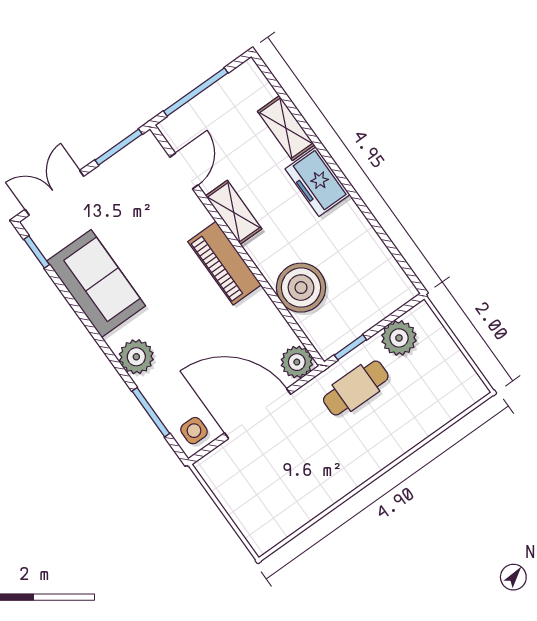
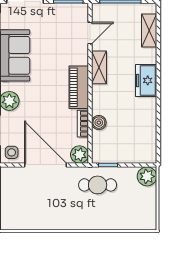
shelving: (286, 128) -> (149, 30), moved
boiler: (301, 288) -> (99, 123), width x0.54, depth x0.54
bookcase: (269, 313) -> (83, 124), added
plant: (399, 338) -> (147, 176), moved

